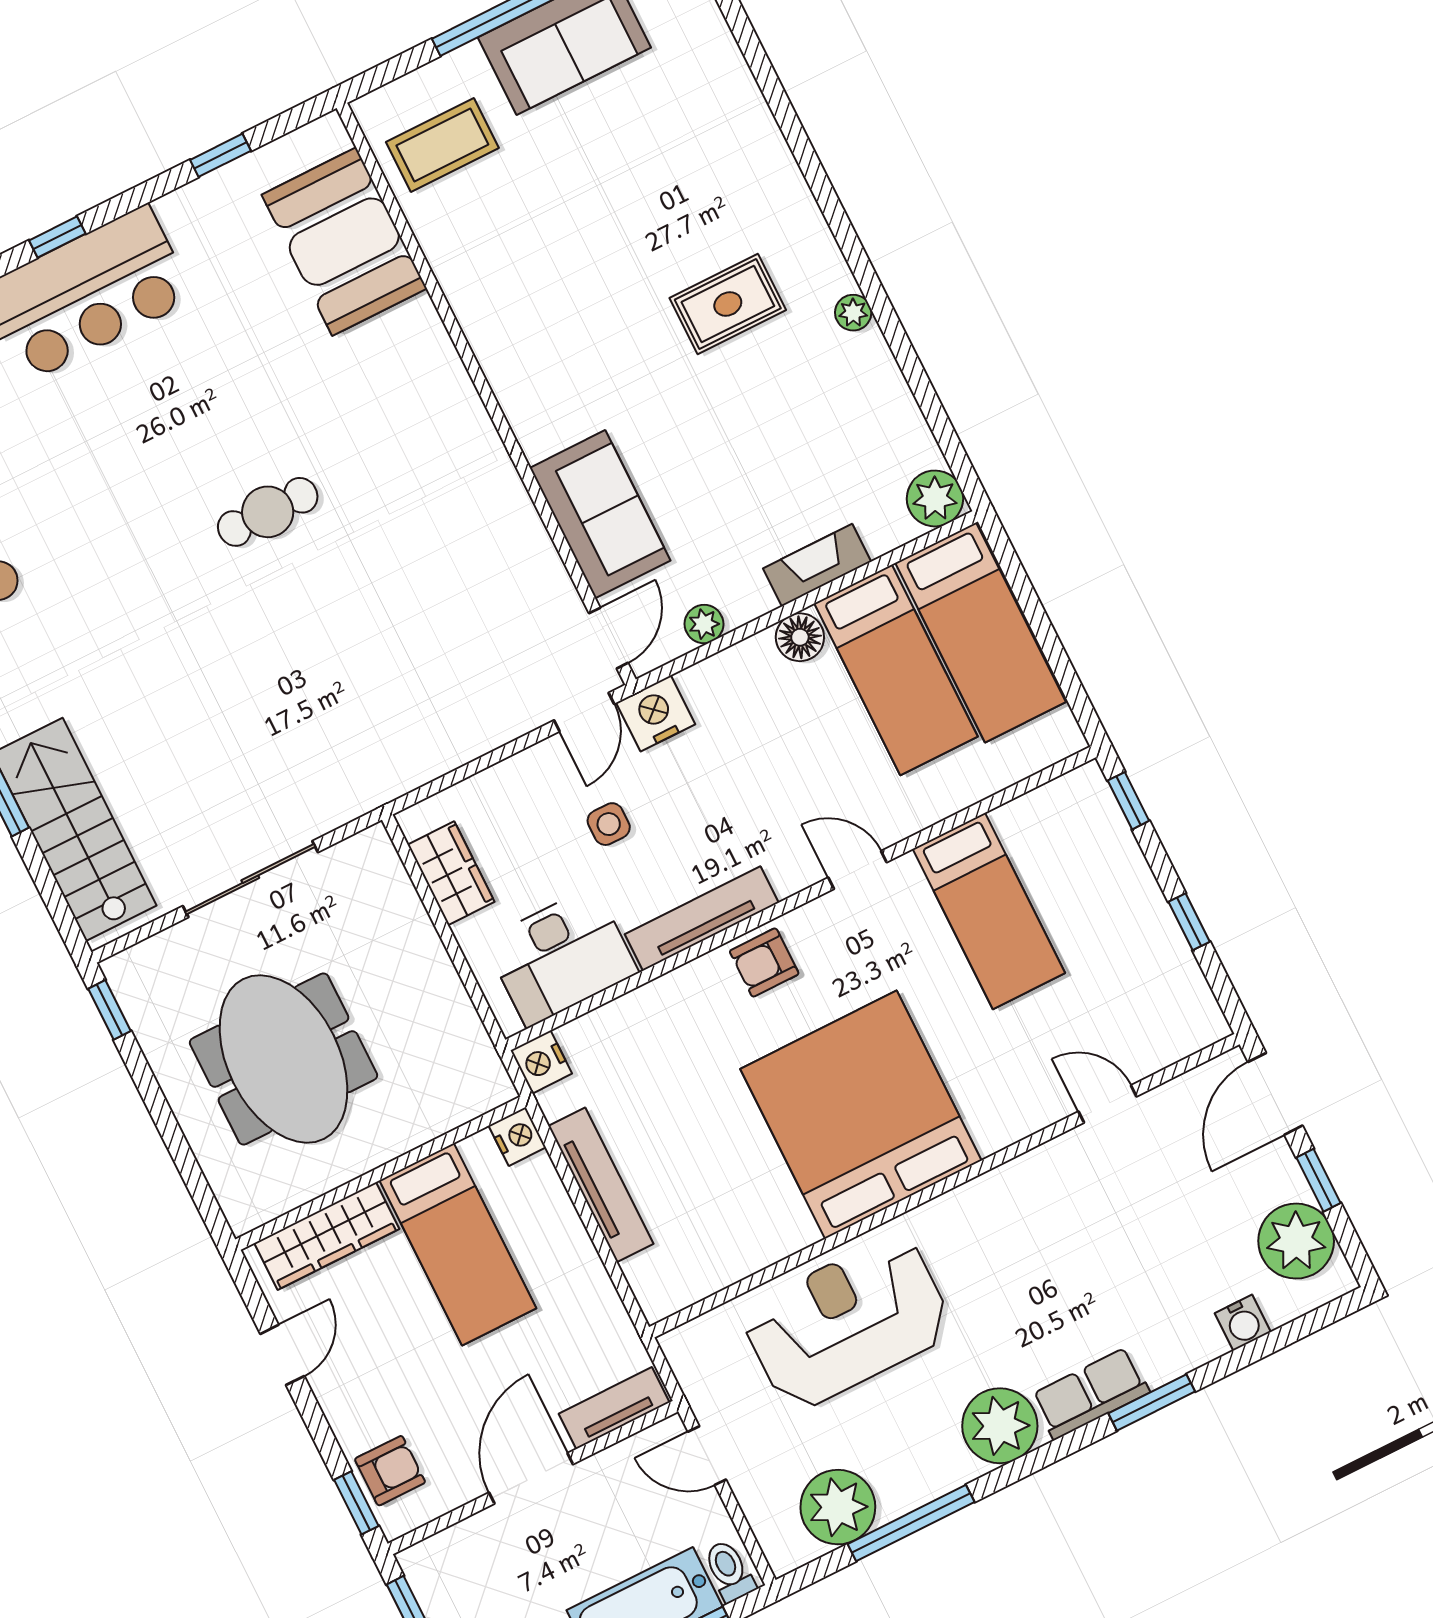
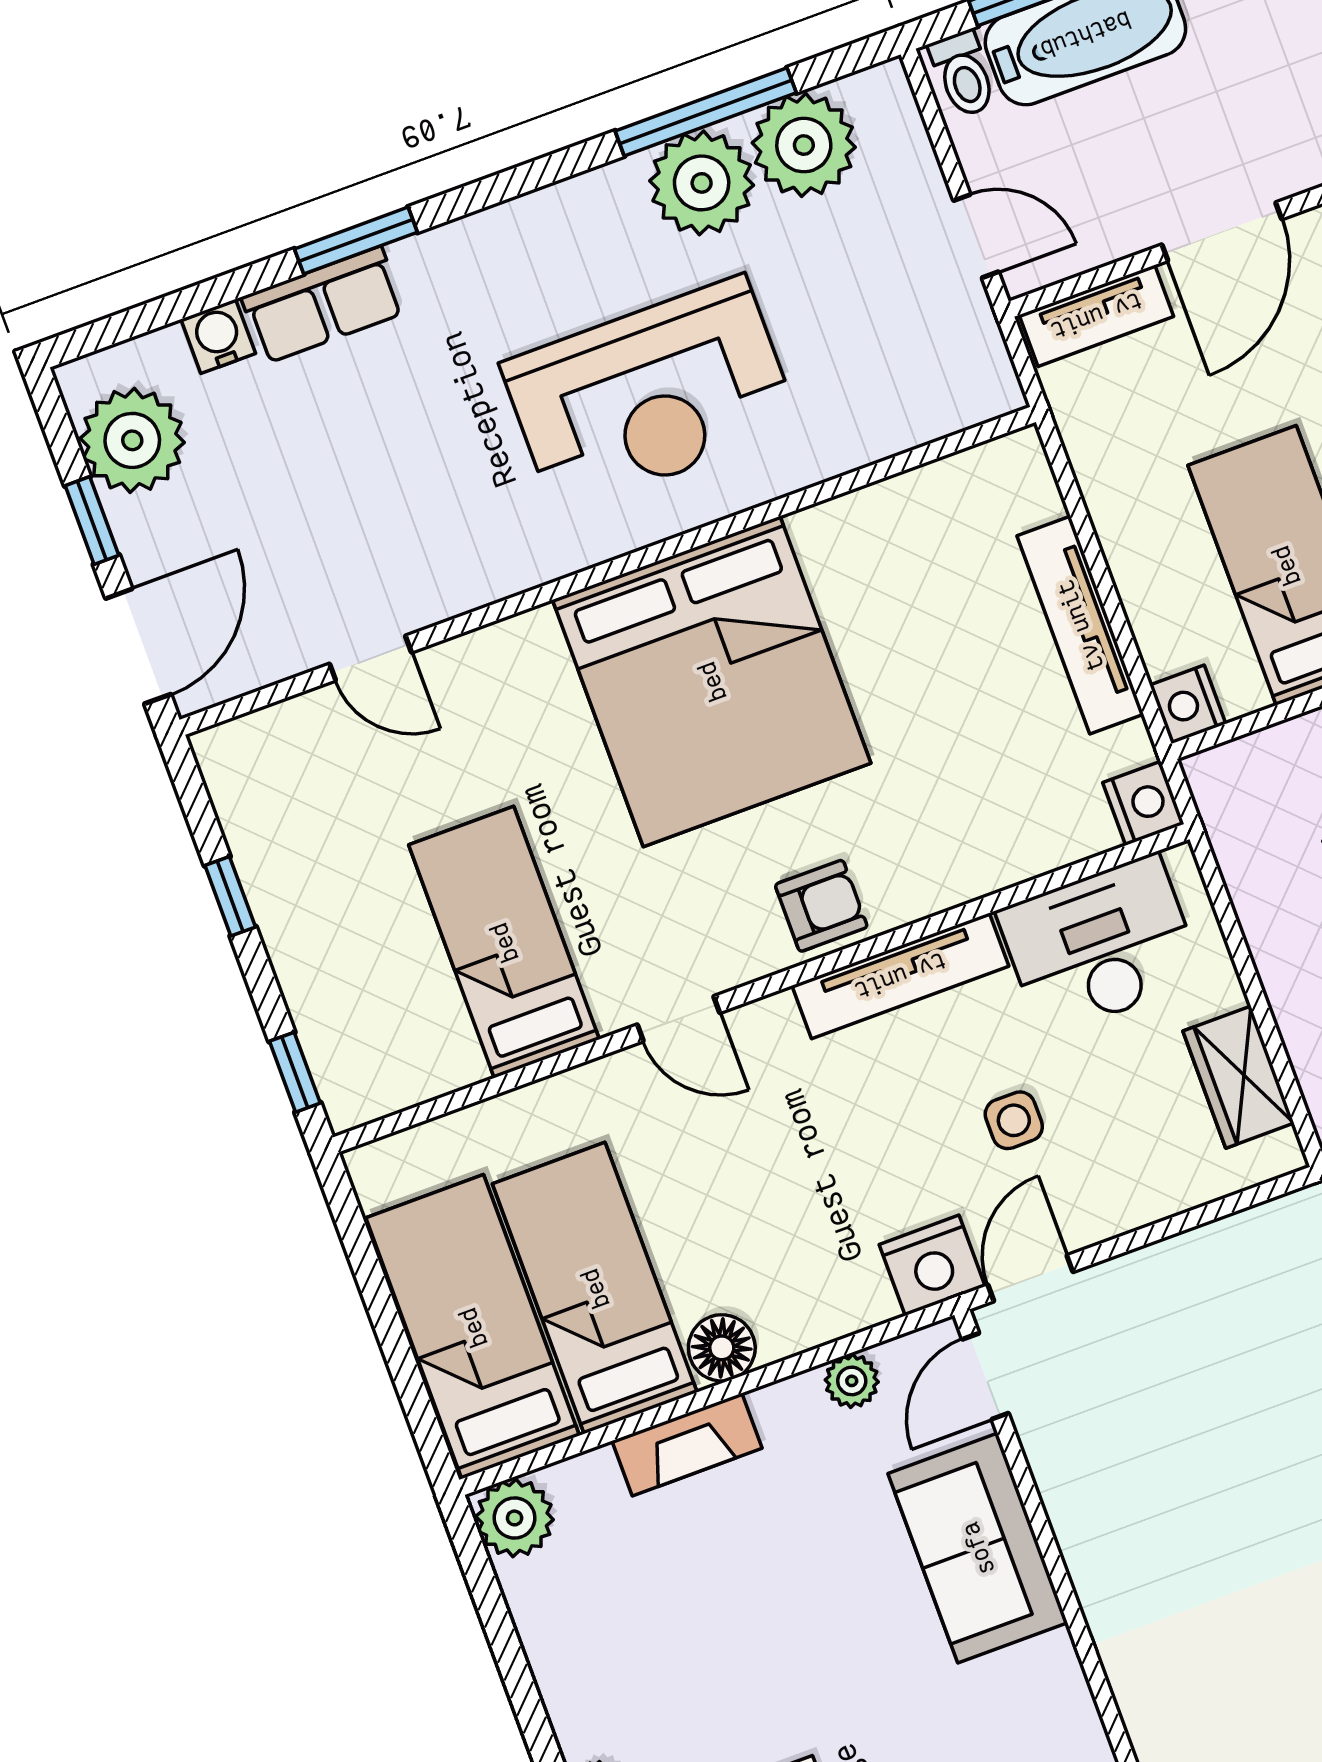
reception desk: (847, 1322) -> (650, 395), moved
row of seats: (1091, 1393) -> (323, 305), moved
plant: (1000, 1426) -> (702, 183), moved

